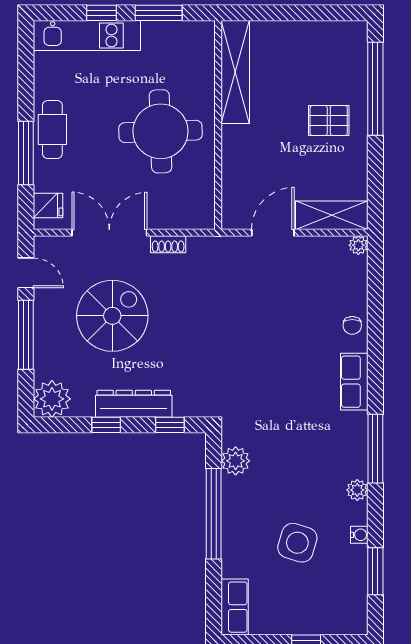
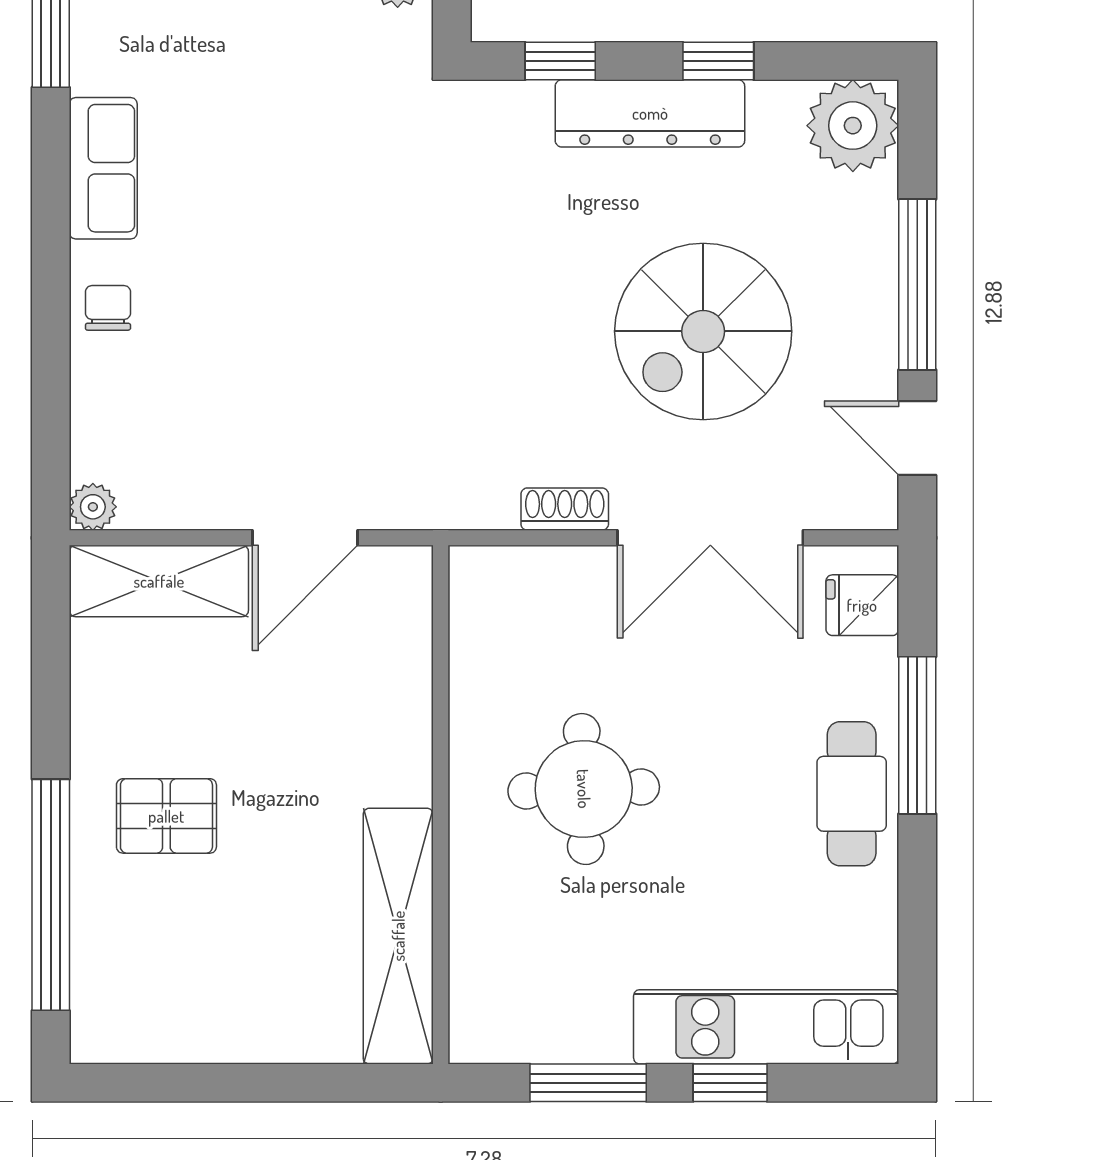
round table: (160, 131) -> (584, 789), width x0.73, depth x0.73

